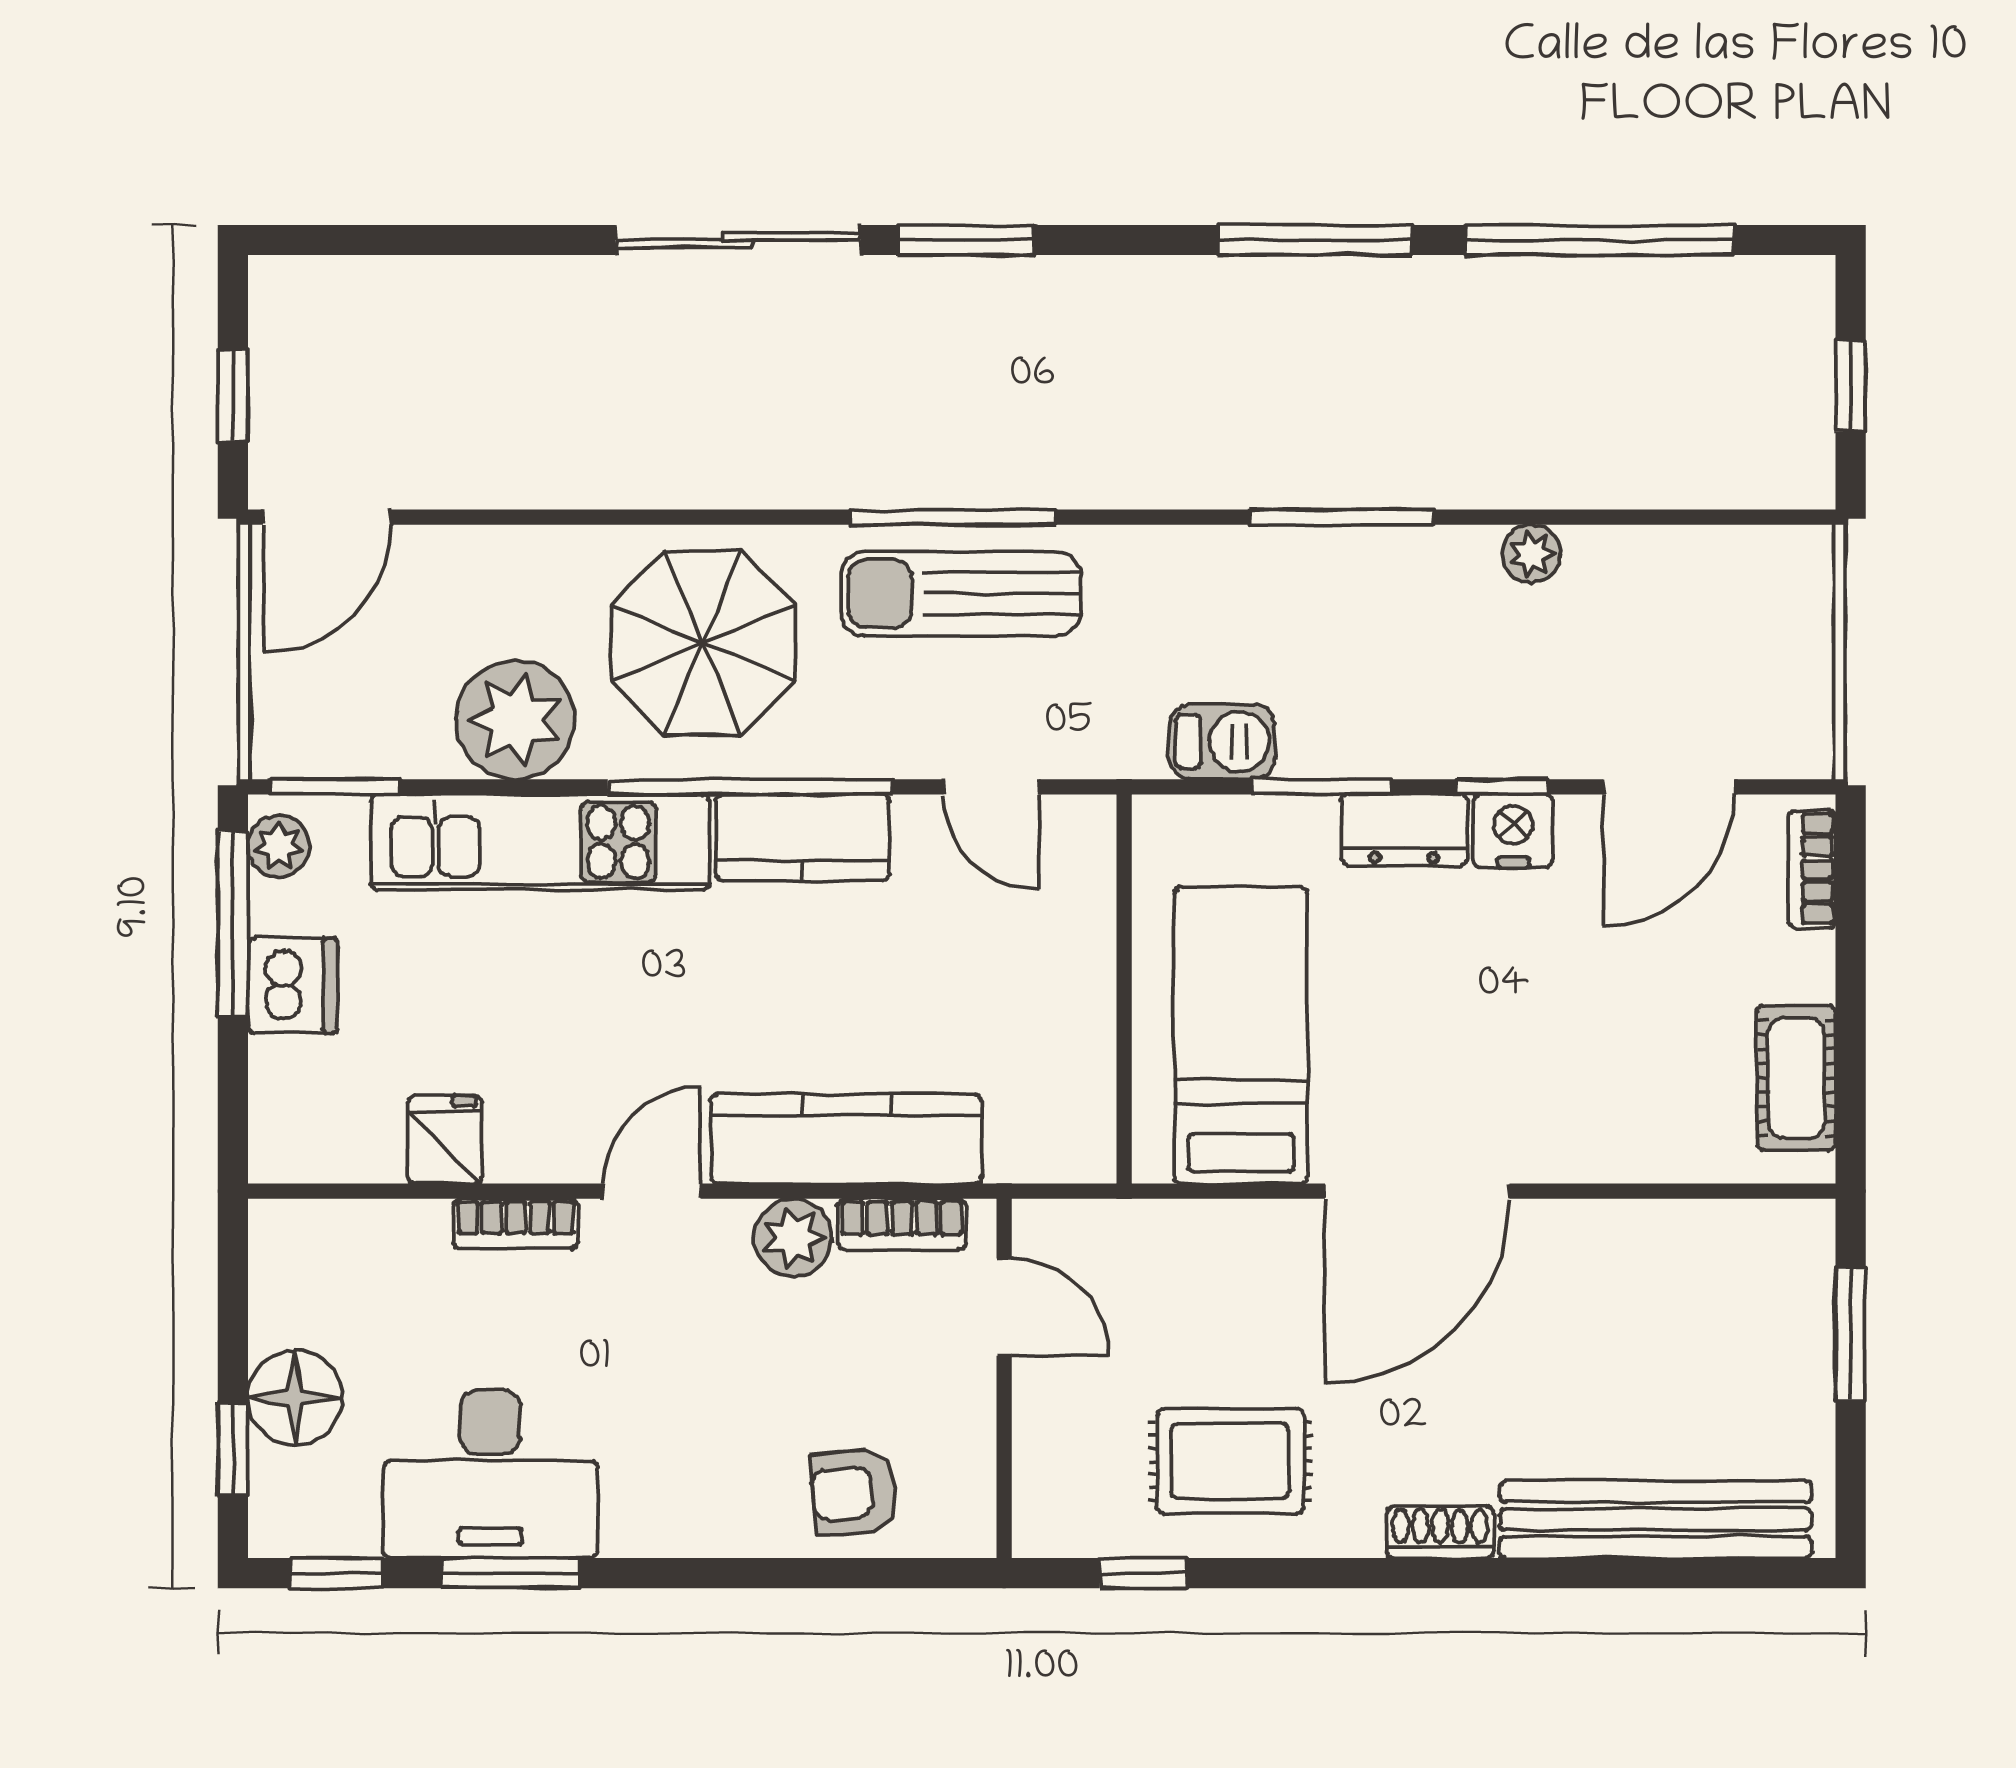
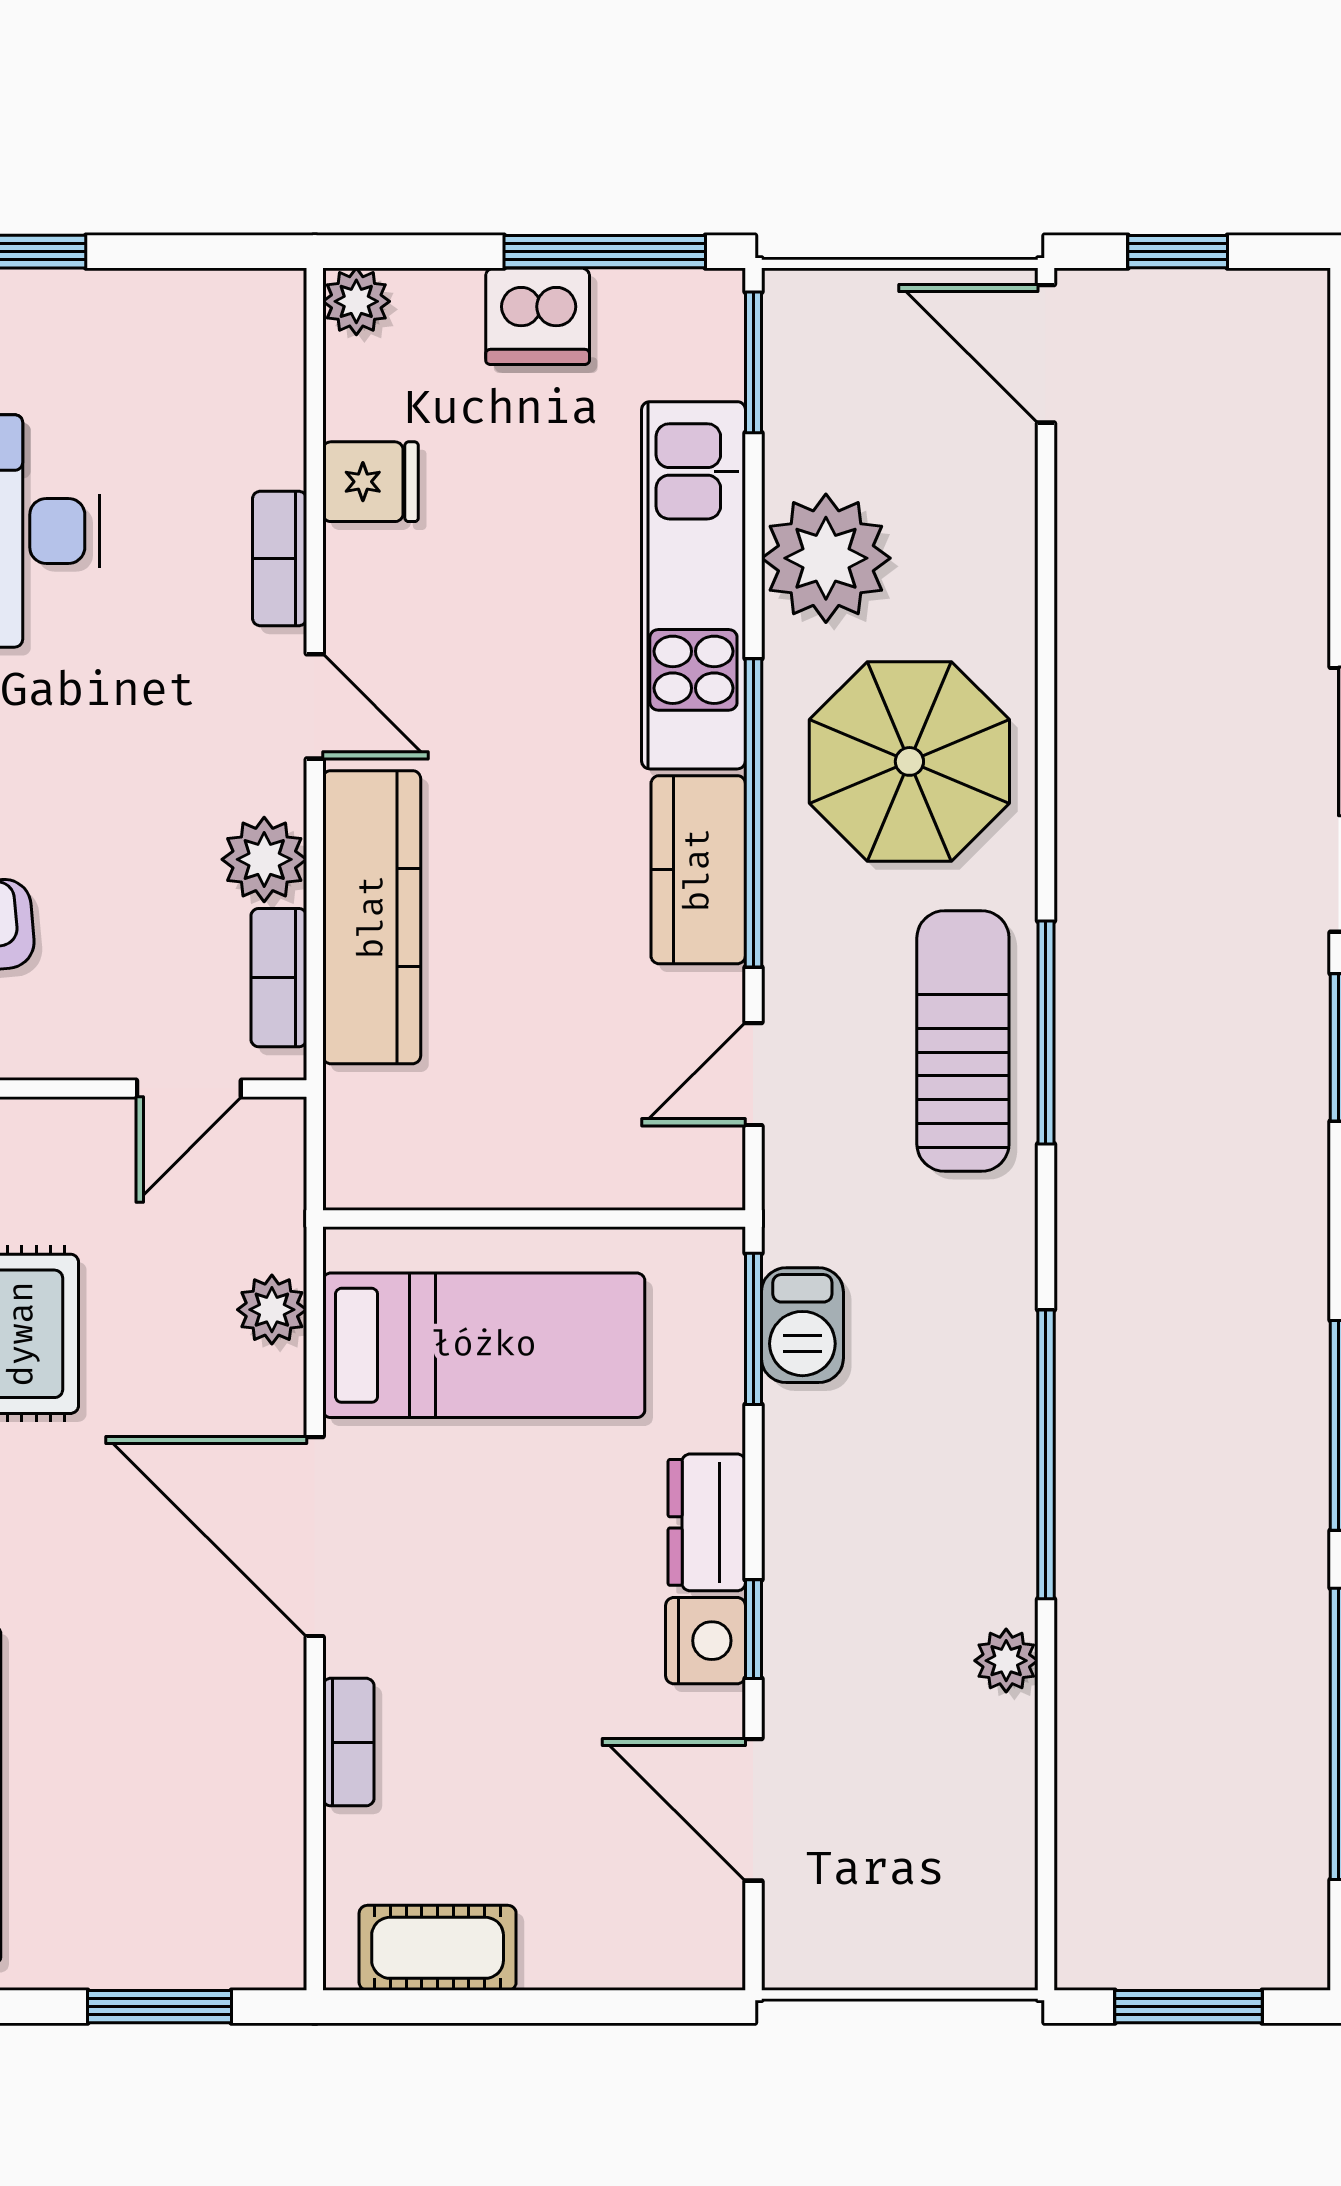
window: (1851, 386) -> (1188, 2007), width x1.50
window: (1341, 517) -> (1046, 1454), width x1.46
window: (1322, 787) -> (753, 1329), moved
plant: (279, 846) -> (356, 301), moved
bookcase: (1812, 869) -> (348, 1742), moved, turned 90
plant: (1208, 1231) -> (272, 1310), added
floor lamp: (295, 1398) -> (91, 319), removed

